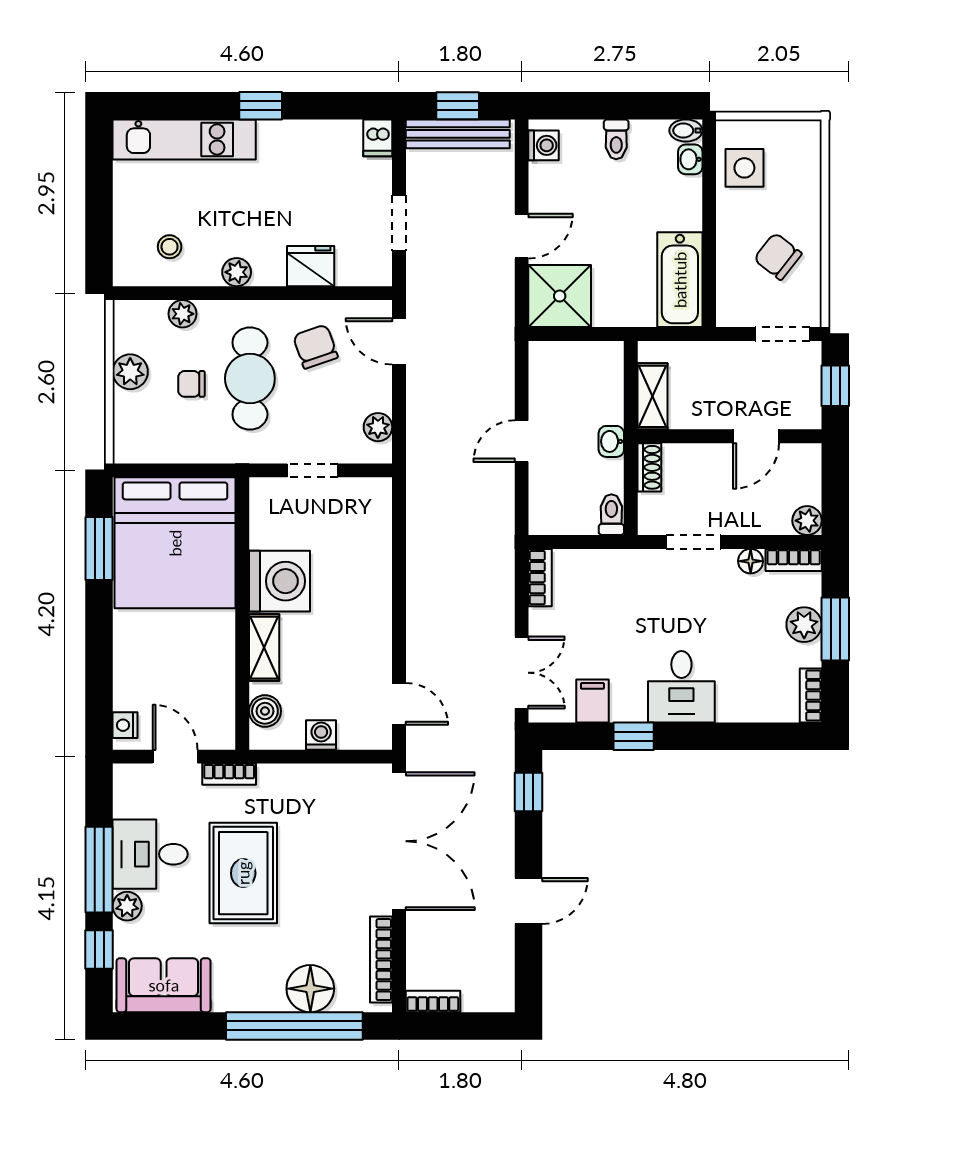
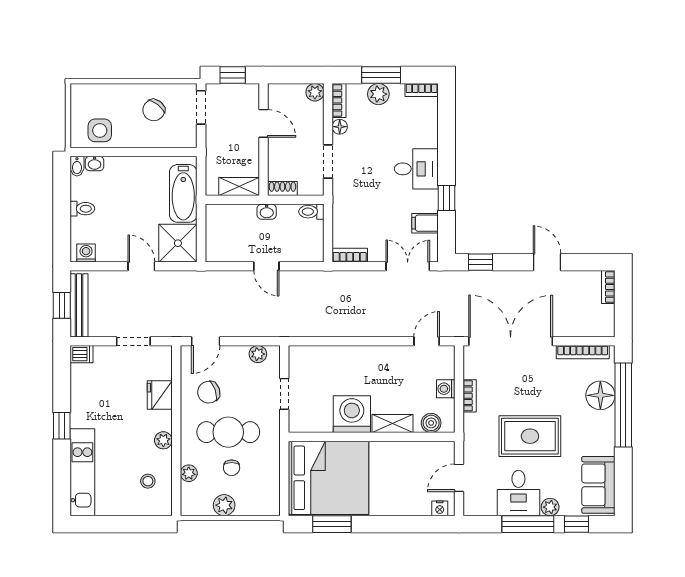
bathtub: (680, 280) -> (183, 193), moved, turned 90
bookcase: (229, 774) -> (470, 396), moved
bookcase: (433, 1001) -> (608, 287), moved

